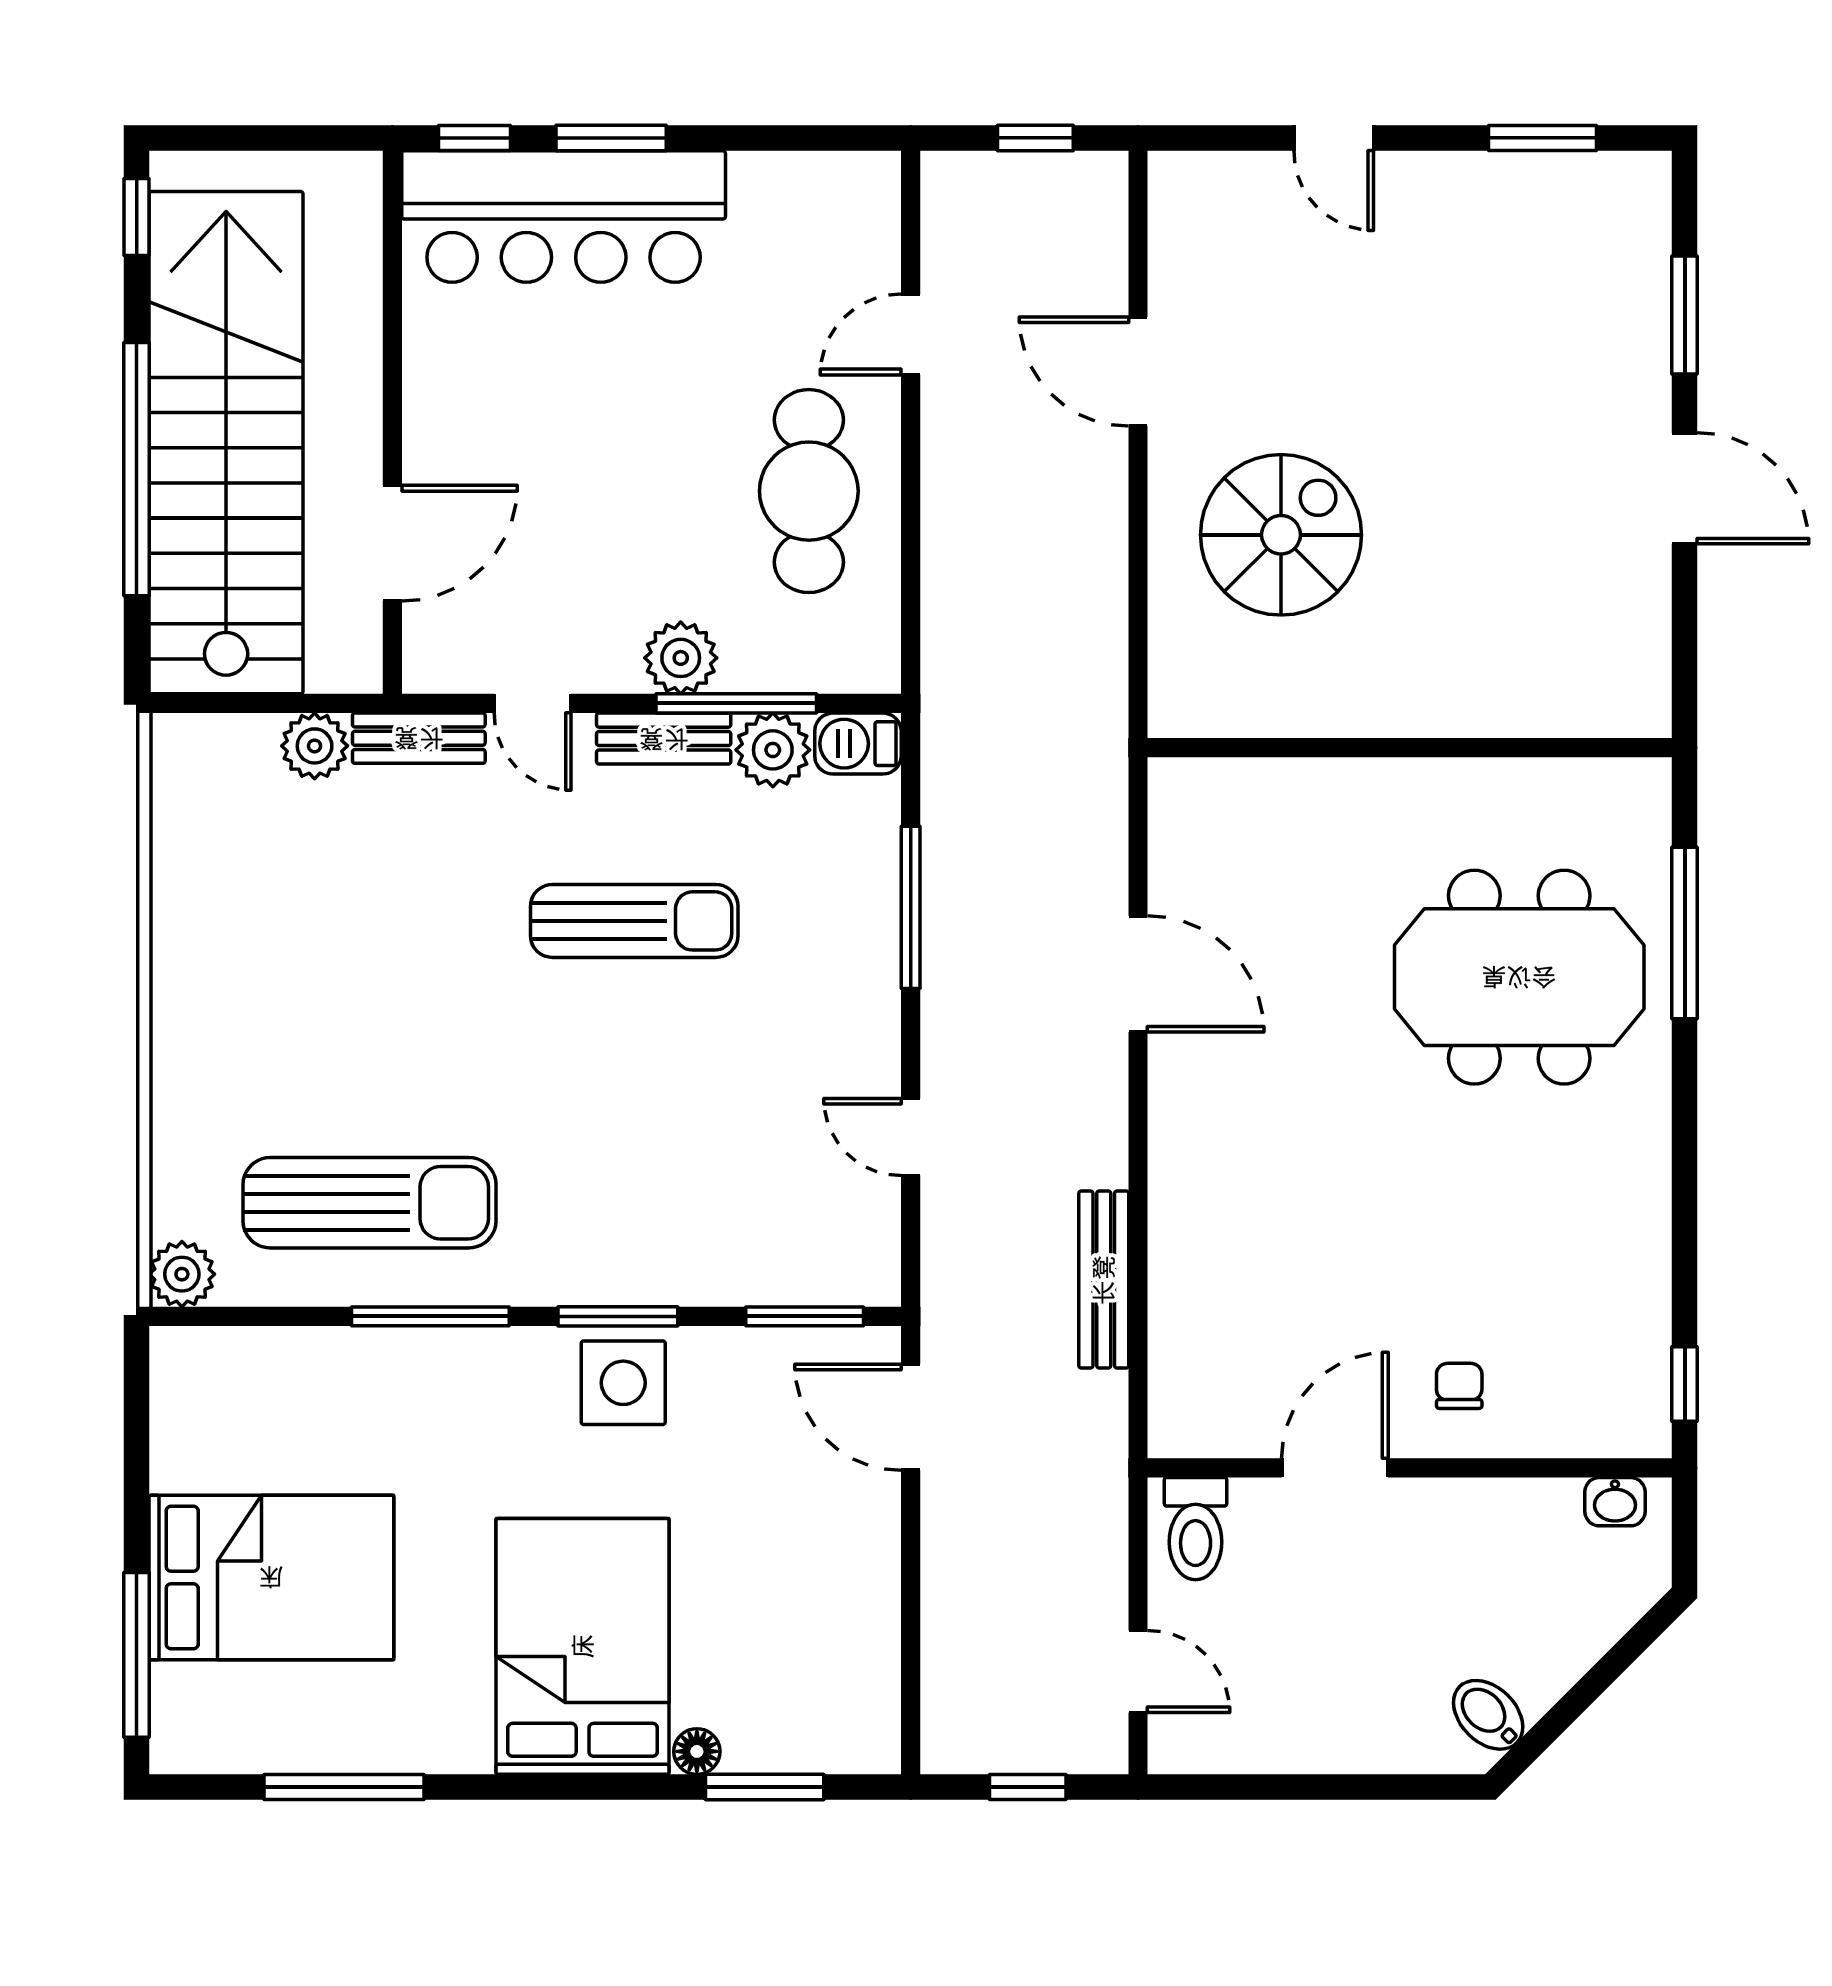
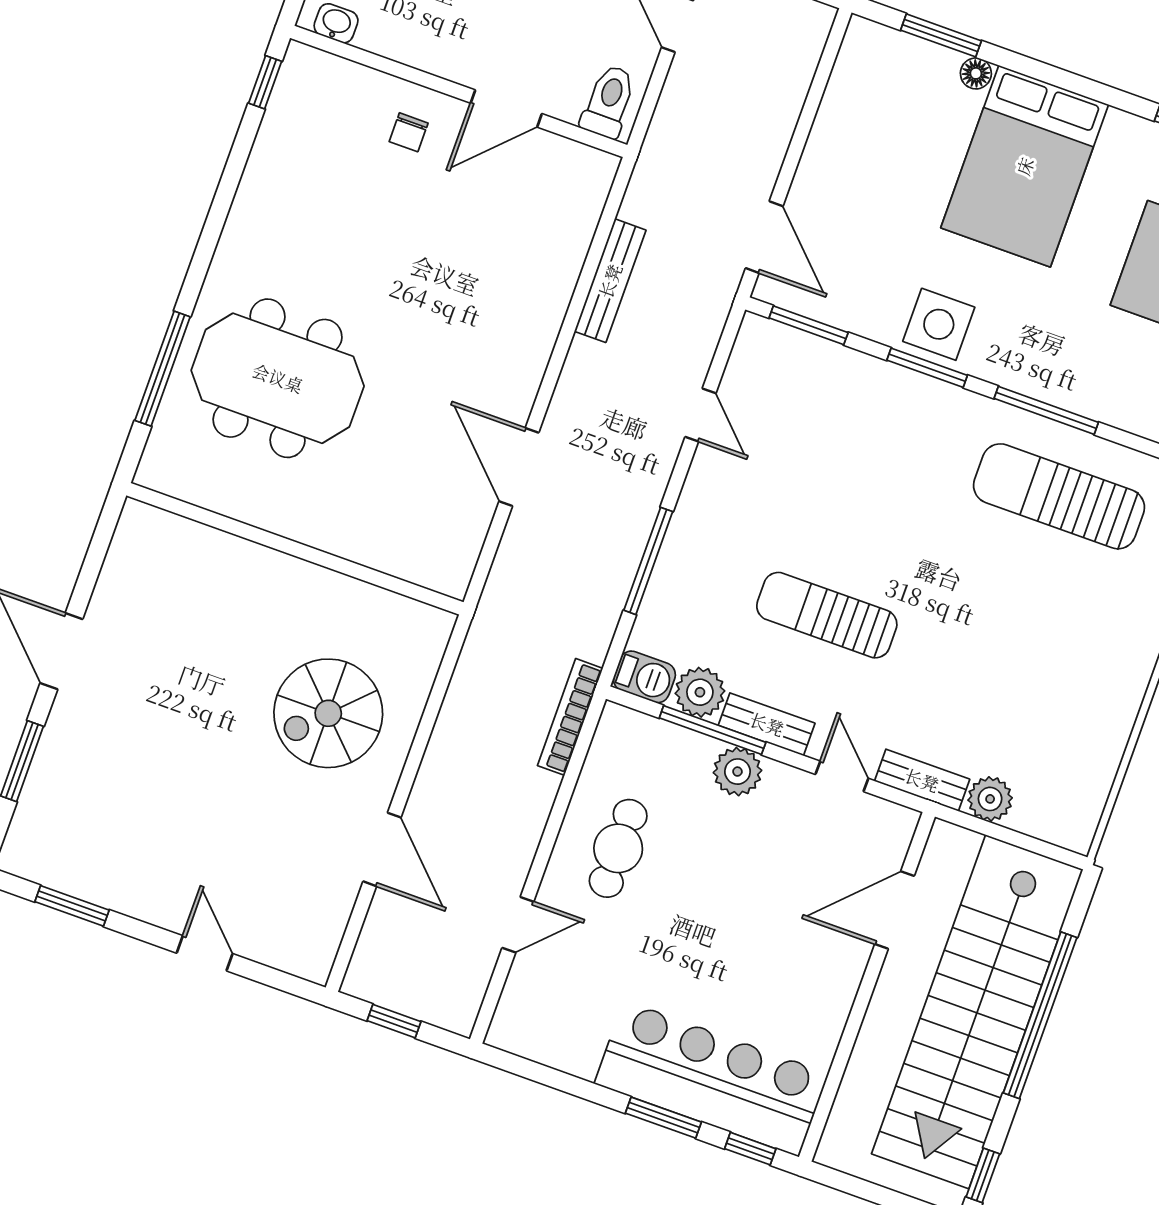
cafe table: (809, 491) -> (618, 848), width x0.73, depth x0.74
bookcase: (942, 651) -> (570, 717), added

